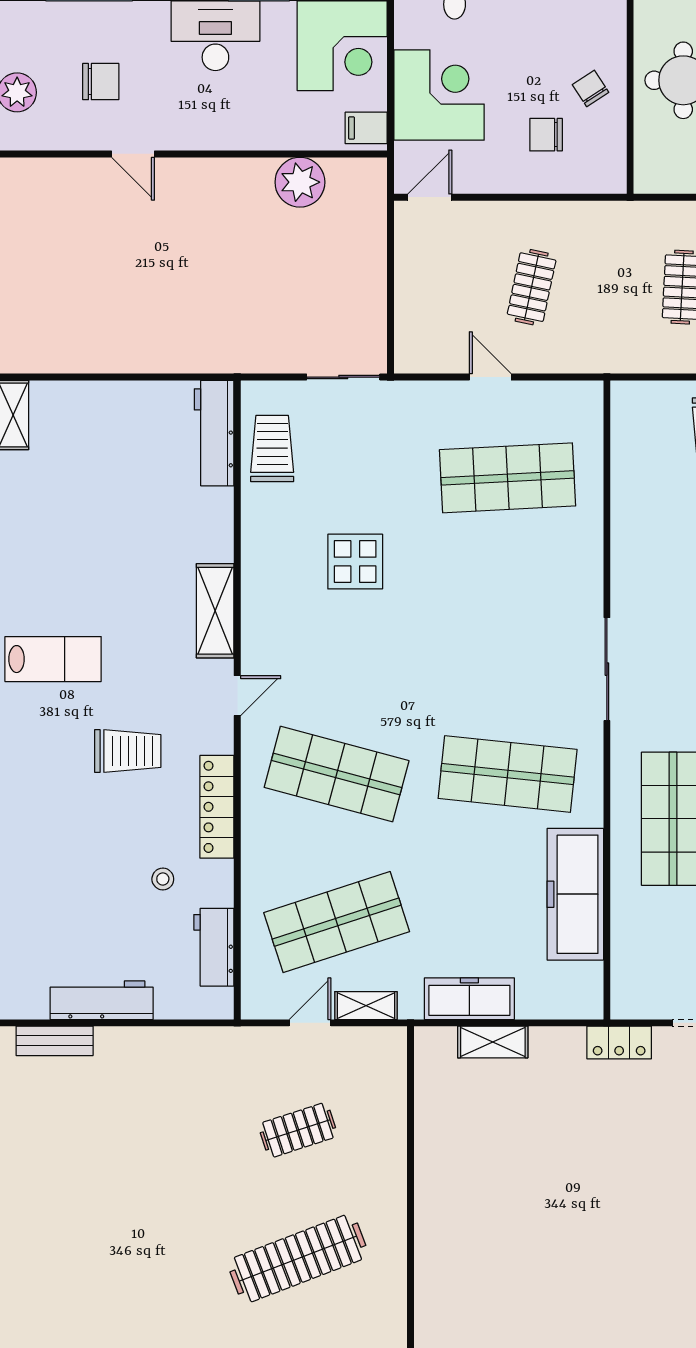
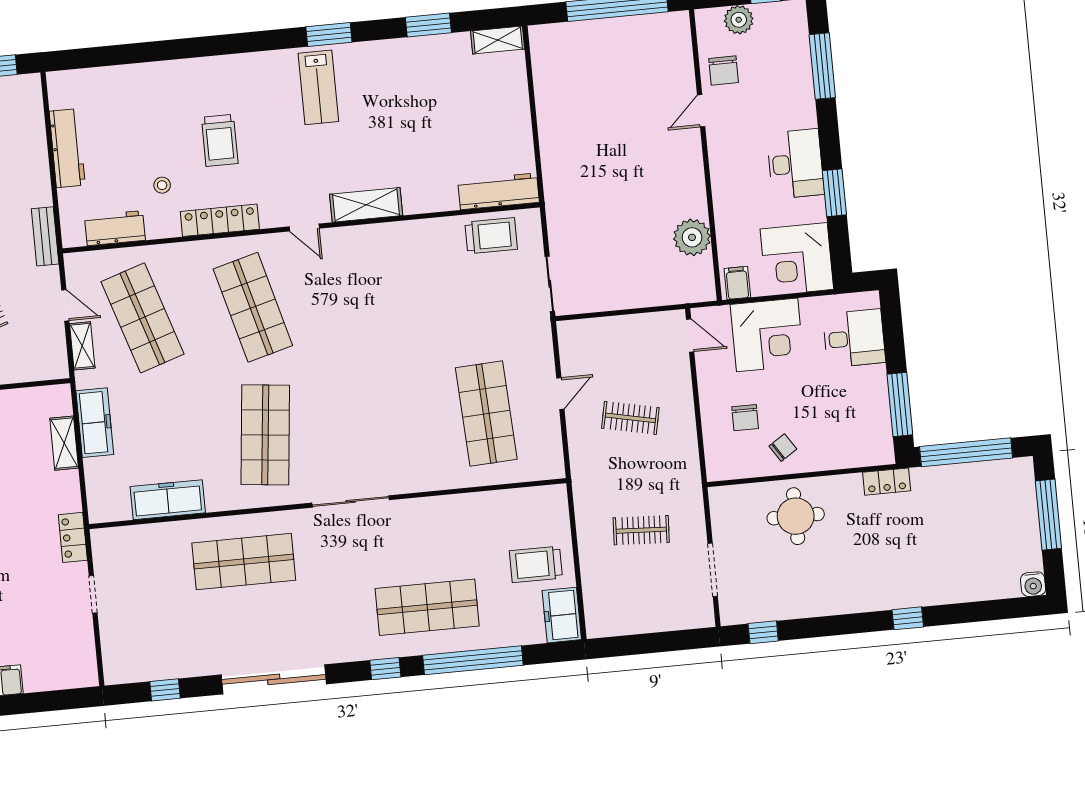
chair: (101, 82) -> (724, 70), moved
chair: (546, 135) -> (745, 418), turned 180
display table: (355, 562) -> (413, 306), removed
trolley: (128, 751) -> (220, 140), moved
shop shelf: (337, 774) -> (253, 307), turned -30
freezer: (575, 894) -> (168, 500), width x0.73, depth x0.79
bench: (55, 1041) -> (45, 236), moved

